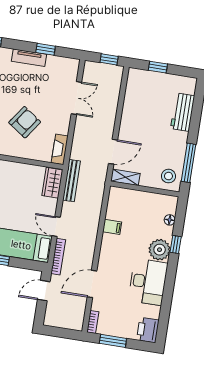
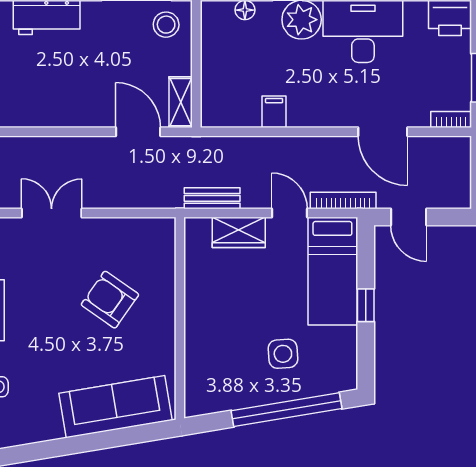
fireplace: (60, 149) -> (149, 229), removed
bench: (72, 181) -> (212, 198), width x0.73
wardrobe: (52, 183) -> (239, 232), moved
door: (56, 227) -> (290, 213), swing flipped

